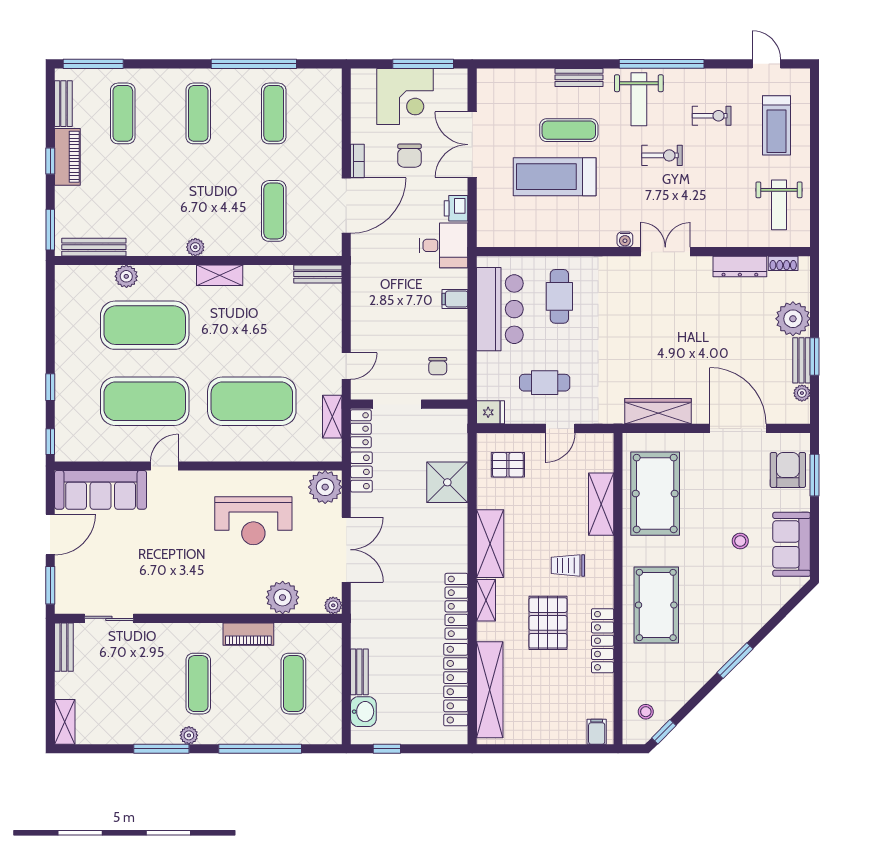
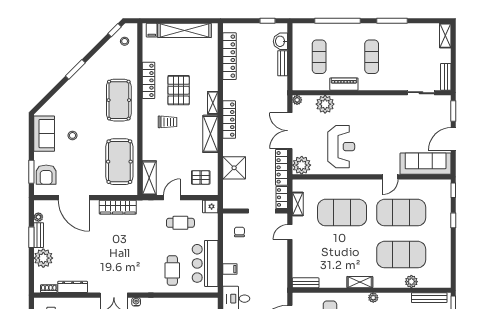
locker: (361, 472) -> (282, 167), width x1.53
shelving: (601, 504) -> (149, 178), moved
reception desk: (253, 521) -> (341, 147), turned 90
locker: (456, 606) -> (229, 120), moved
shelving: (490, 690) -> (184, 30), moved, turned 90
plant: (189, 735) -> (377, 28), removed

